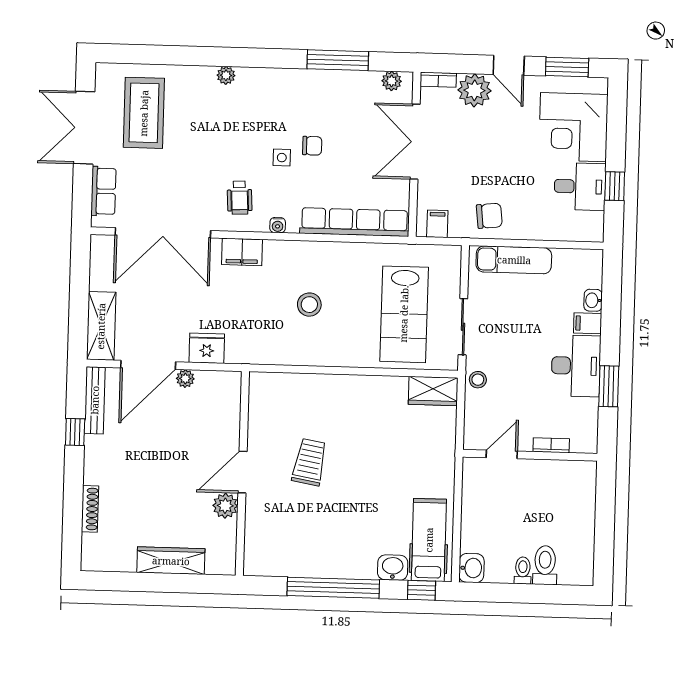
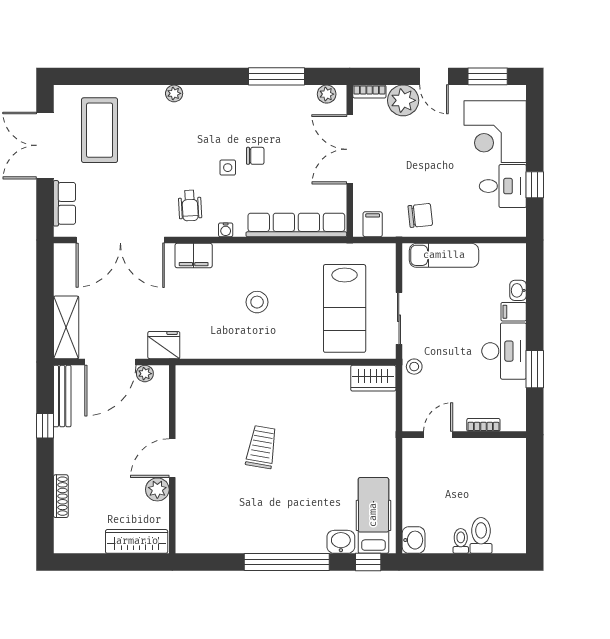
door: (242, 472) -> (172, 458), moved
wall: (242, 473) -> (172, 459), moved
plant: (225, 506) -> (157, 489), moved

